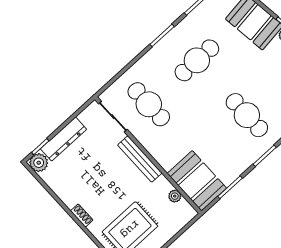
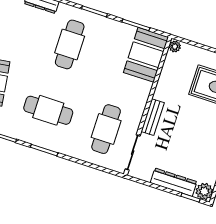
bench: (140, 159) -> (153, 117), width x0.73
plant: (175, 196) -> (175, 47), moved

